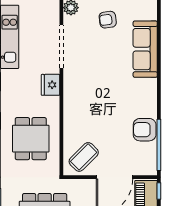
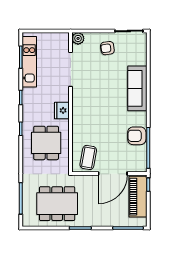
sofa: (145, 49) -> (137, 88), moved
fridge: (51, 85) -> (62, 110), moved
coffee table: (84, 157) -> (88, 157), turned -35

